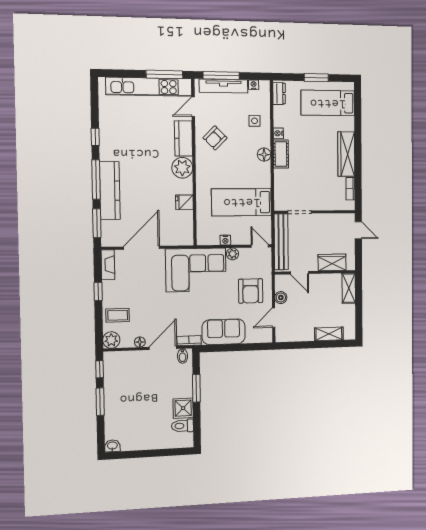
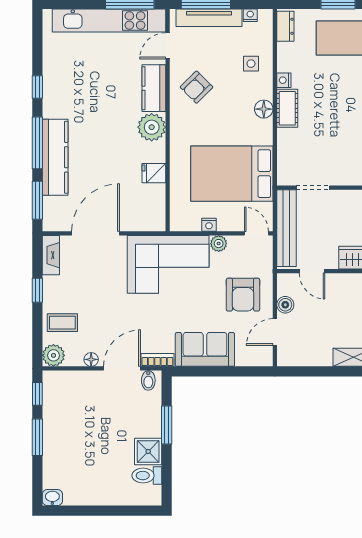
bed: (242, 202) -> (232, 174), width x1.50

